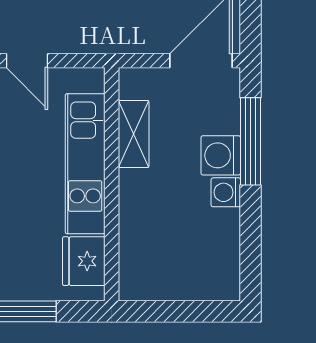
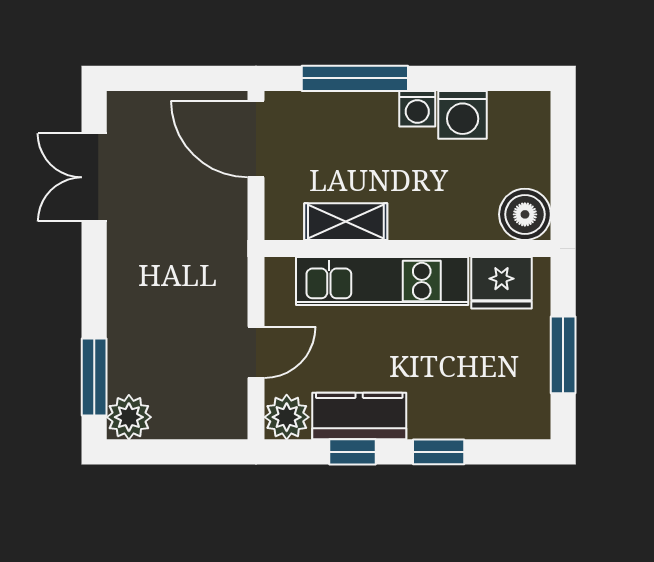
washing machine: (221, 155) -> (463, 115), moved
boiler: (139, 280) -> (525, 214), added

